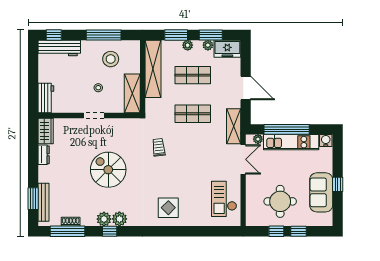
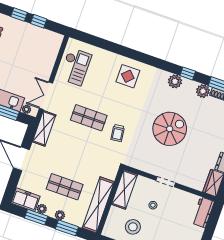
shop shelf: (193, 114) -> (89, 118), moved
spiral stairs: (108, 170) -> (170, 129), turned -90
round table: (280, 201) -> (26, 47), removed
plant: (104, 219) -> (203, 91), moved

